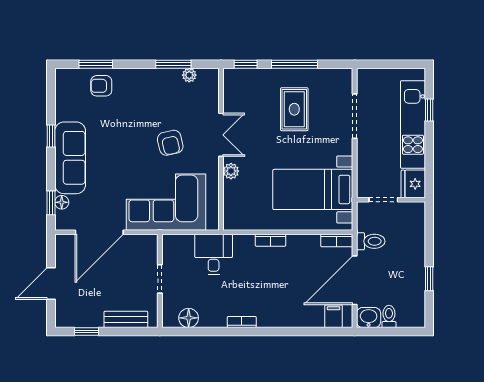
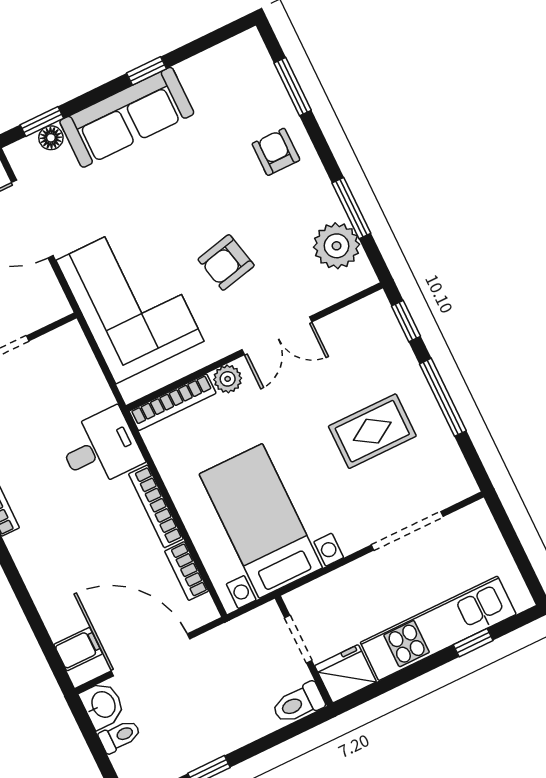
plant: (189, 75) -> (337, 246), width x1.87, depth x1.87
armchair: (101, 86) -> (276, 152), moved
bookcase: (229, 205) -> (173, 402), added
bookcase: (270, 240) -> (156, 506), width x1.56
bookcase: (337, 241) -> (187, 571), moved
toilet: (371, 241) -> (298, 703), moved, turned 90
desk: (214, 254) -> (100, 448), moved

